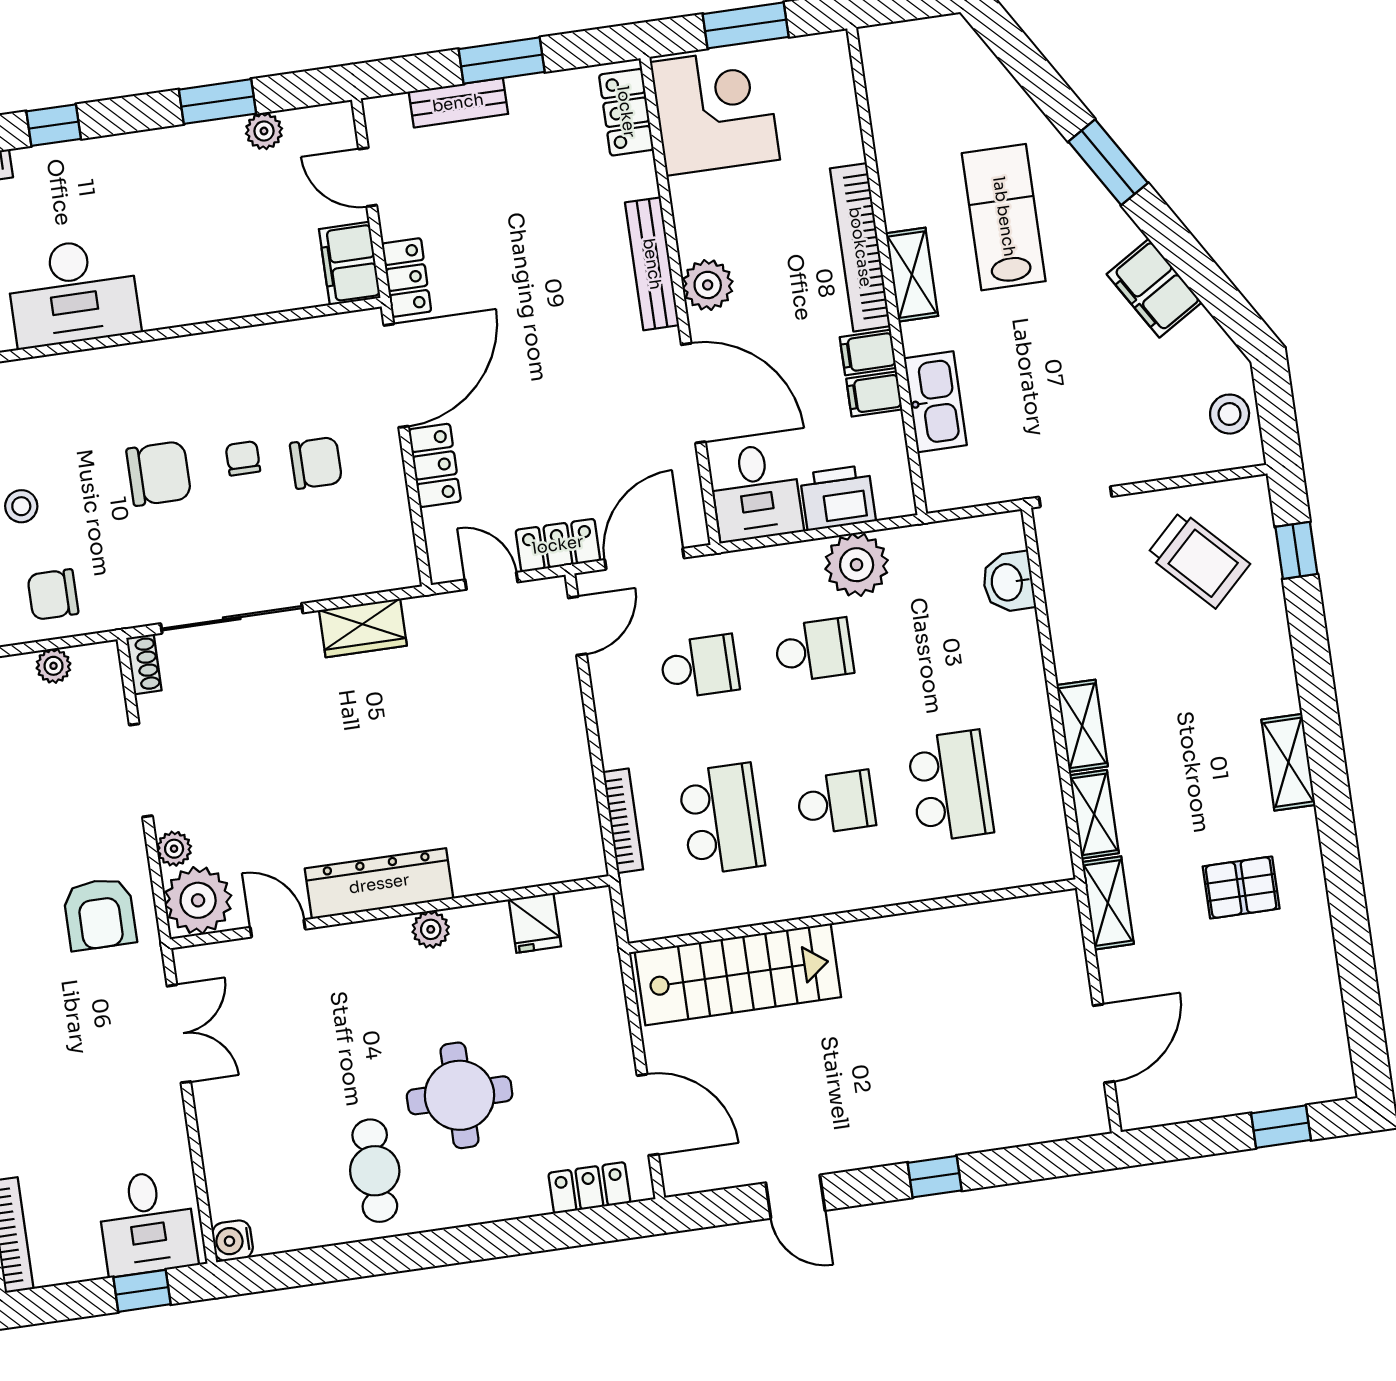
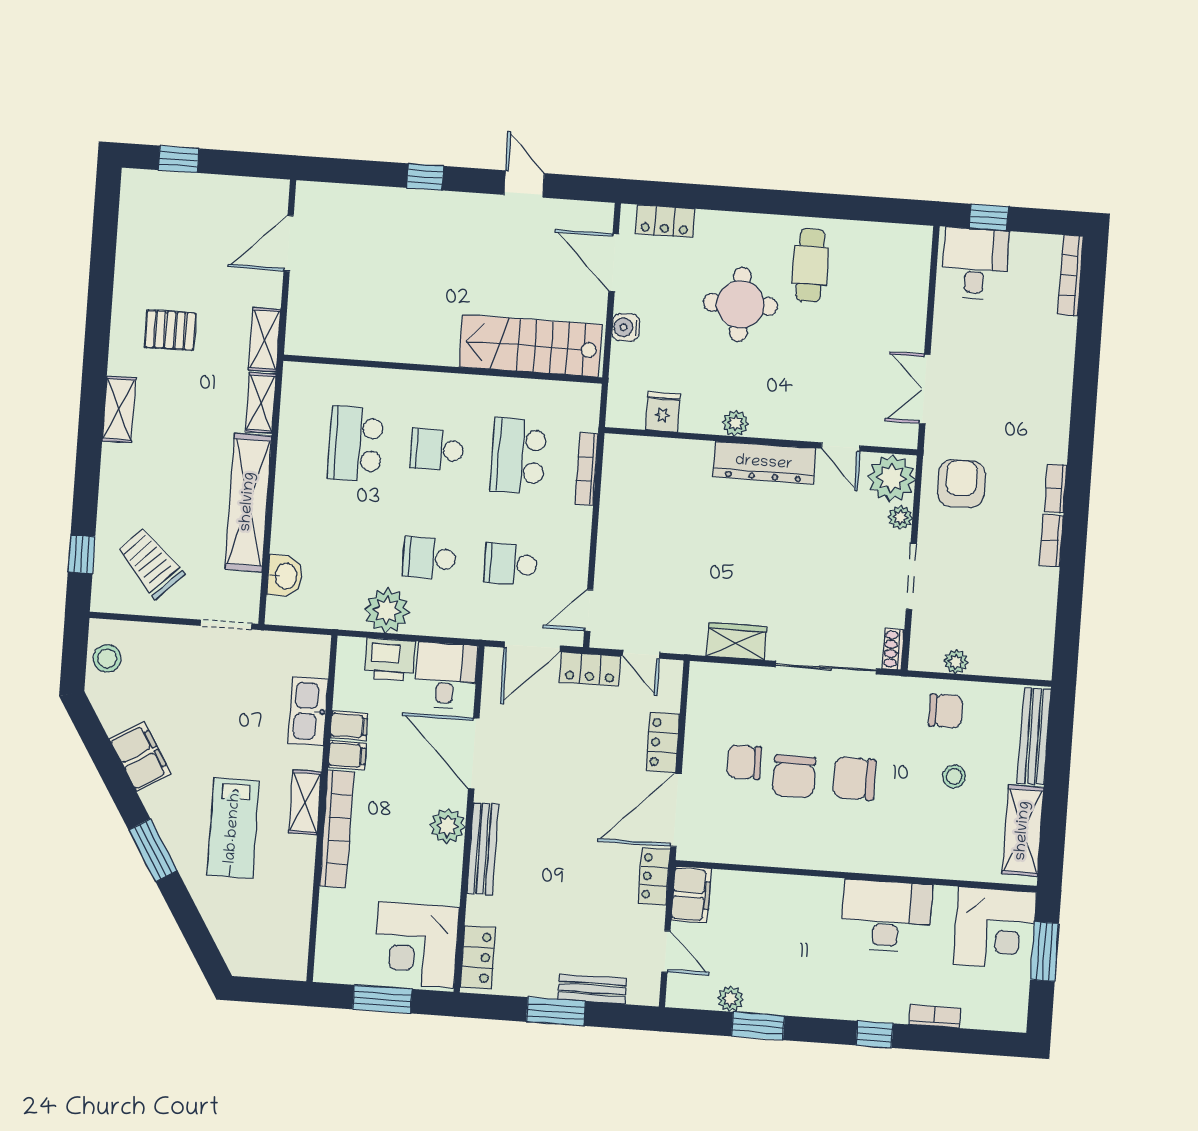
chair: (243, 458) -> (794, 776), width x1.87, depth x1.87
shelving: (1082, 726) -> (248, 502), width x2.20, depth x1.33
water cooler: (232, 1241) -> (626, 327), moved, turned 180

